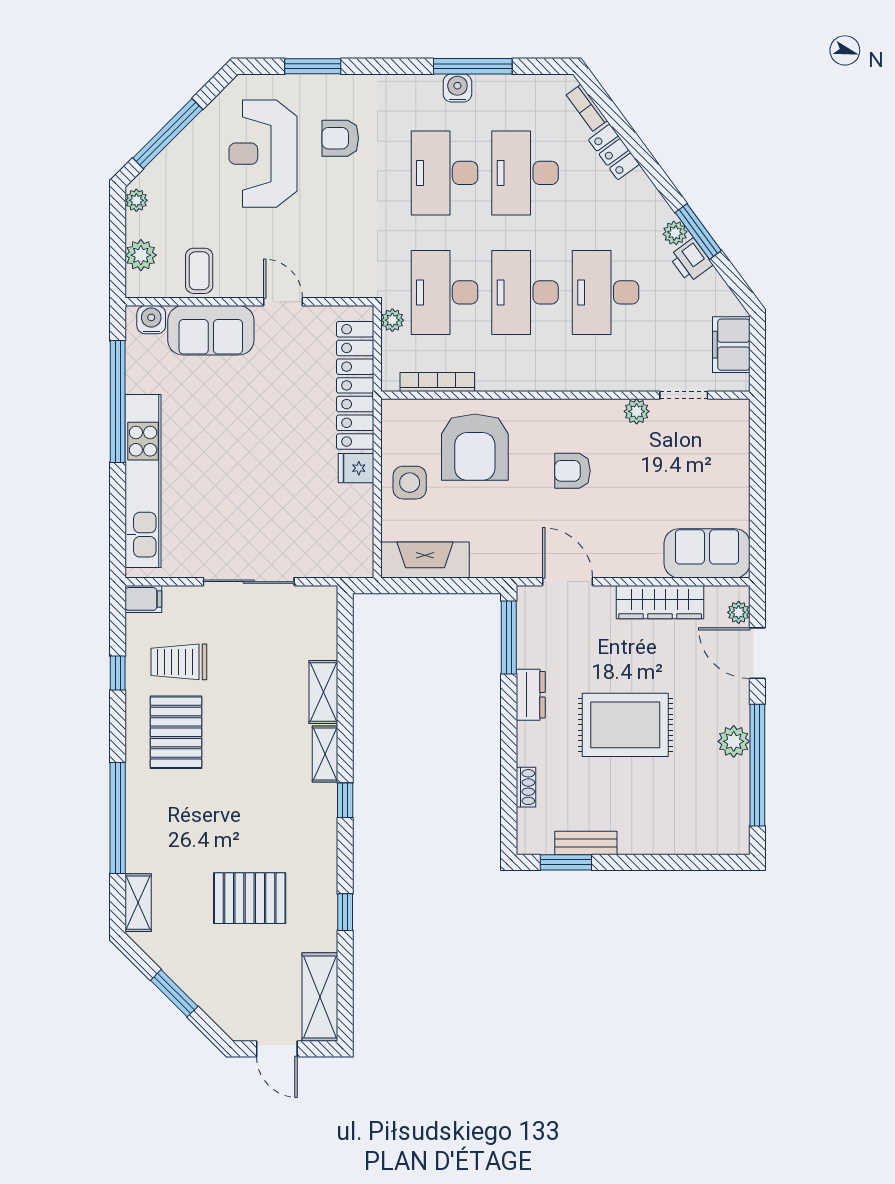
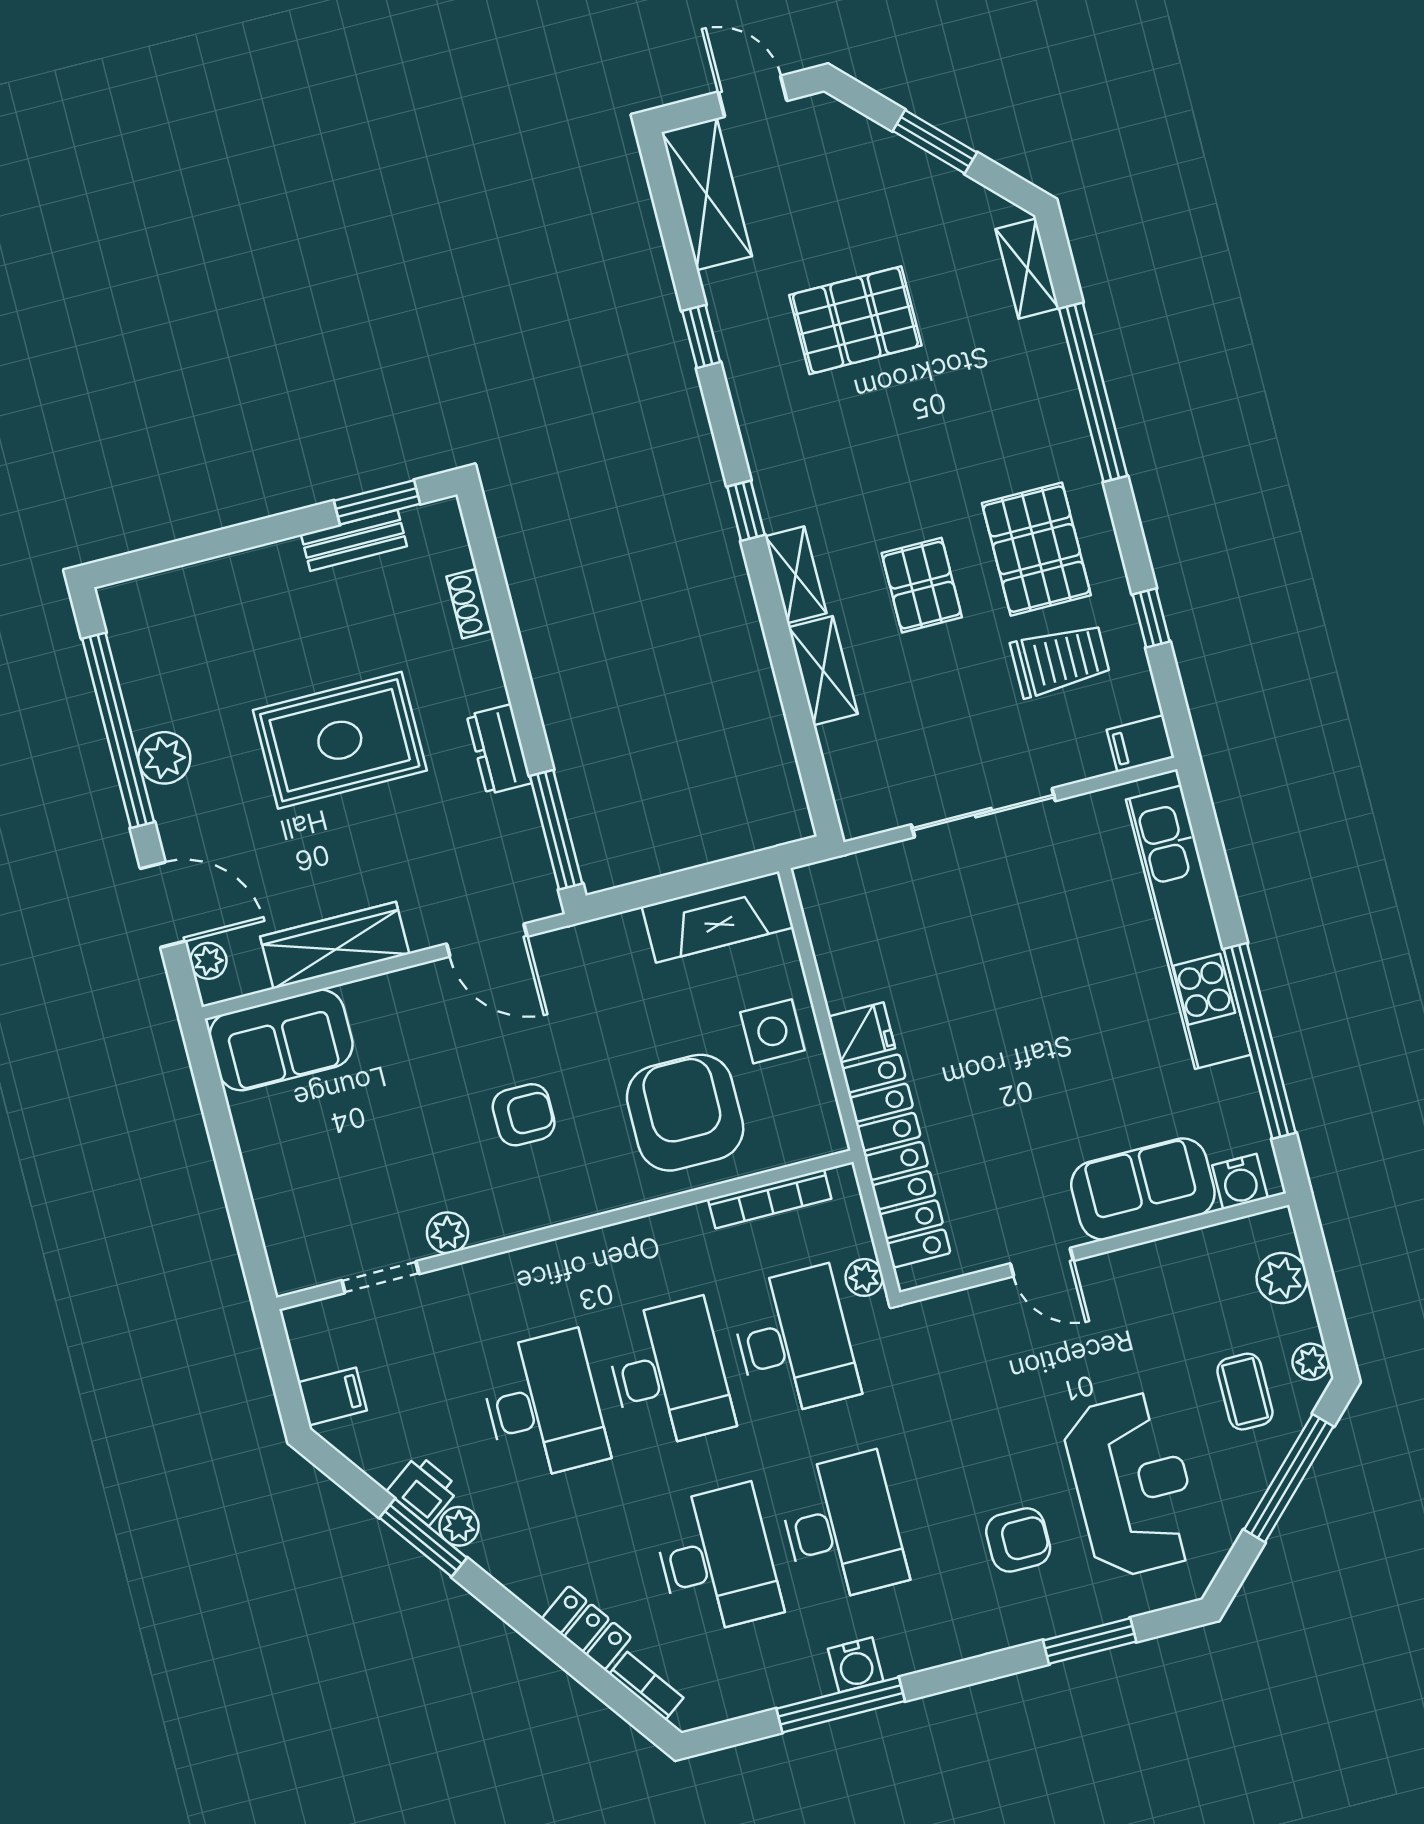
coffee table: (199, 271) -> (1245, 1392), moved
filing cabinet: (731, 345) -> (332, 1396), width x0.50
pallet: (251, 728) -> (922, 585), added

